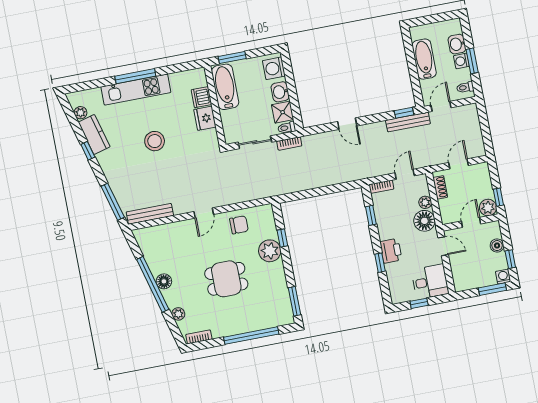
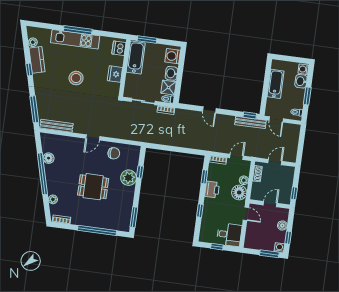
washing machine: (461, 61) -> (303, 69), moved
dishwasher: (201, 97) -> (119, 48), moved
door: (441, 106) -> (276, 119), swing flipped
plant: (488, 208) -> (285, 198), removed
printer: (391, 251) -> (212, 189), moved
floor lamp: (164, 281) -> (49, 158), moved

